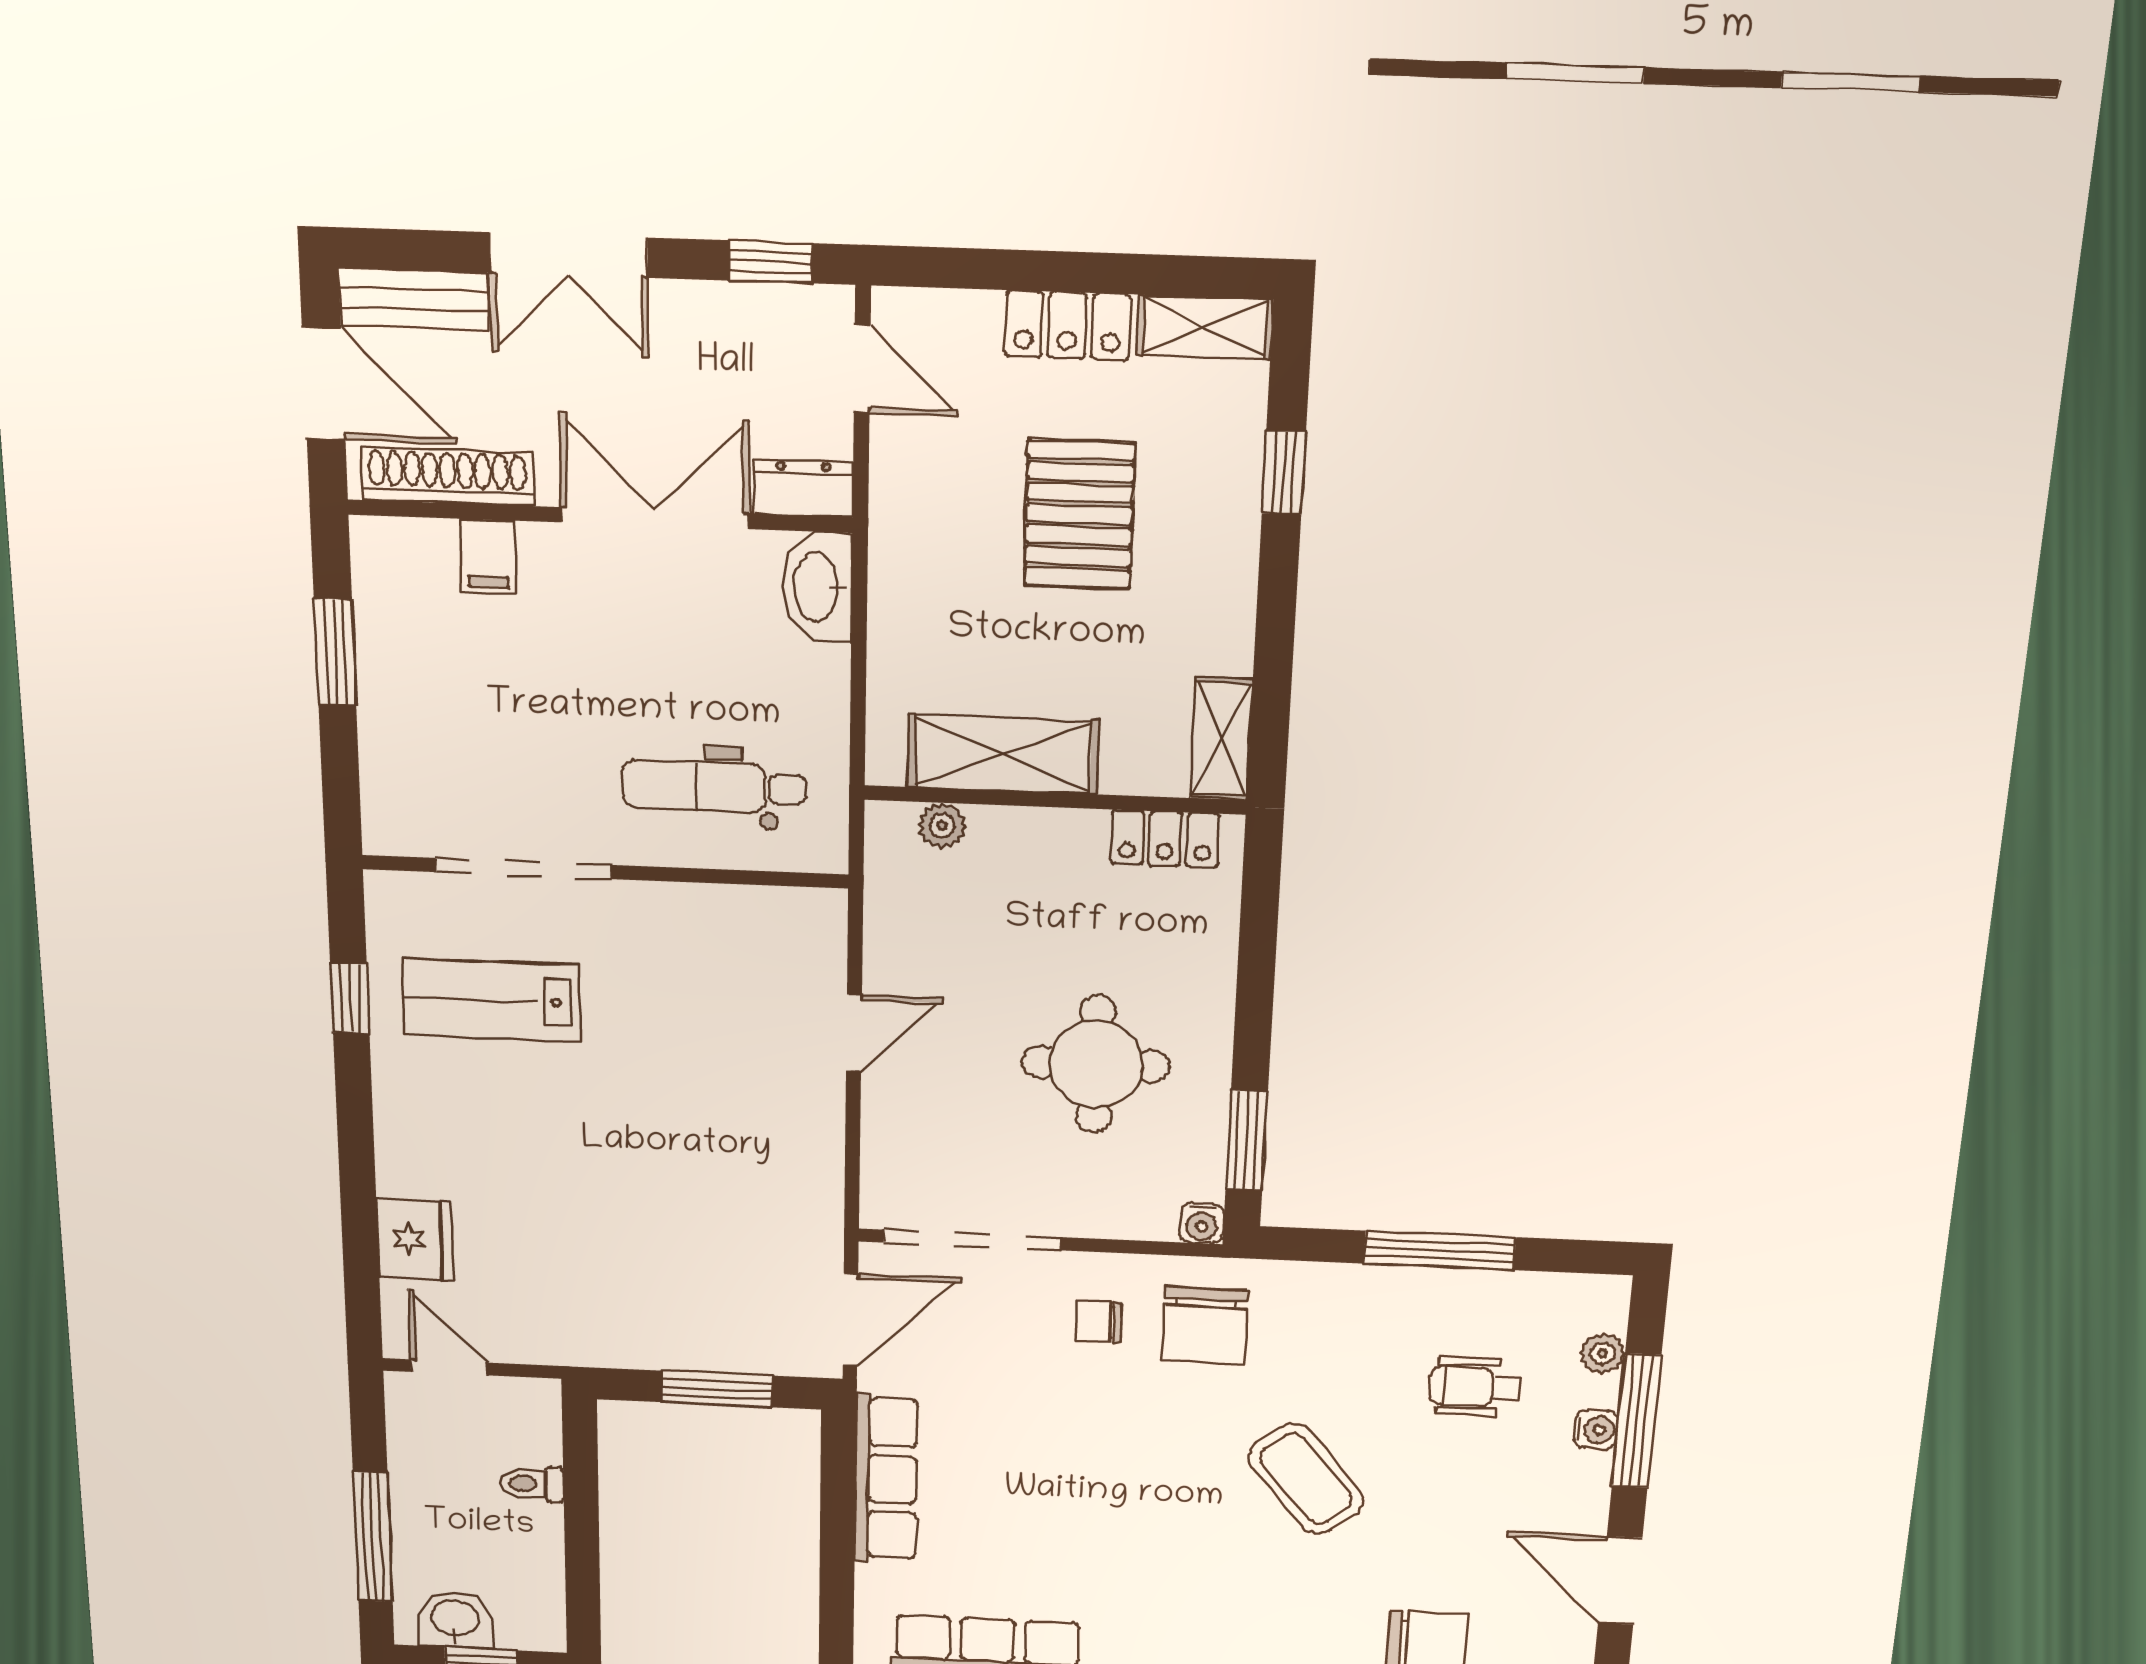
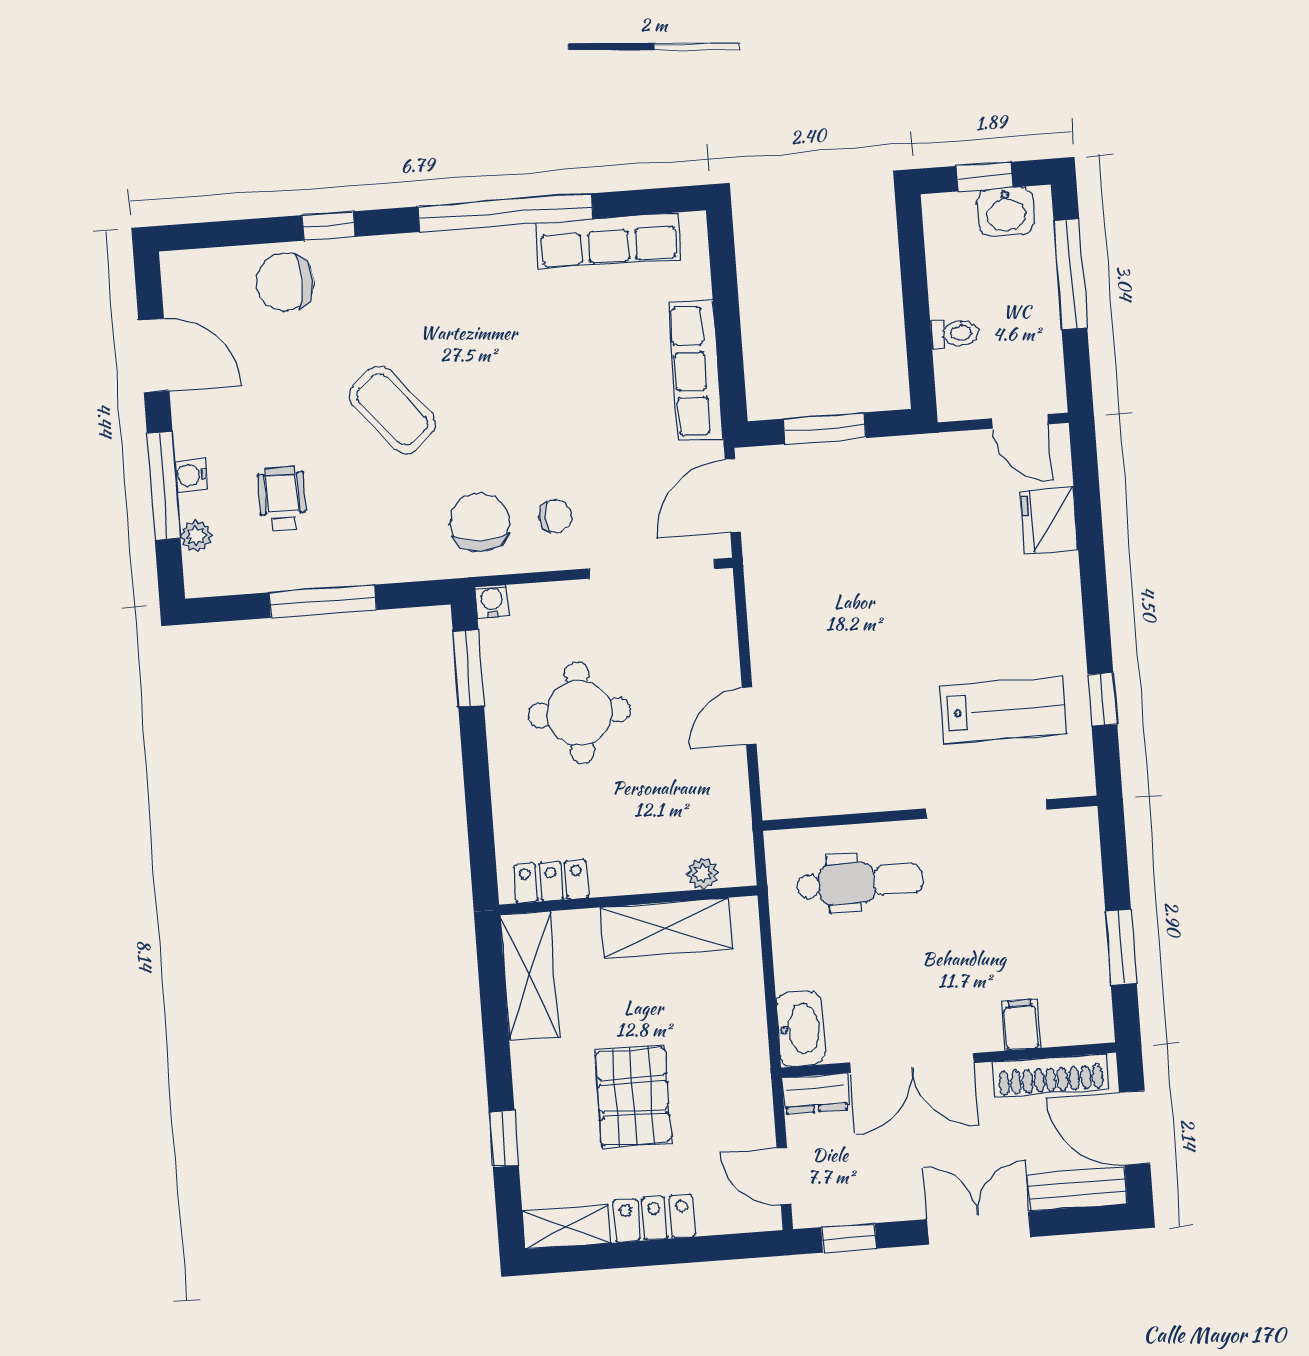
shelving: (1221, 739) -> (530, 976), width x1.50, depth x1.33
wheelchair: (1475, 1387) -> (282, 498), turned -90

